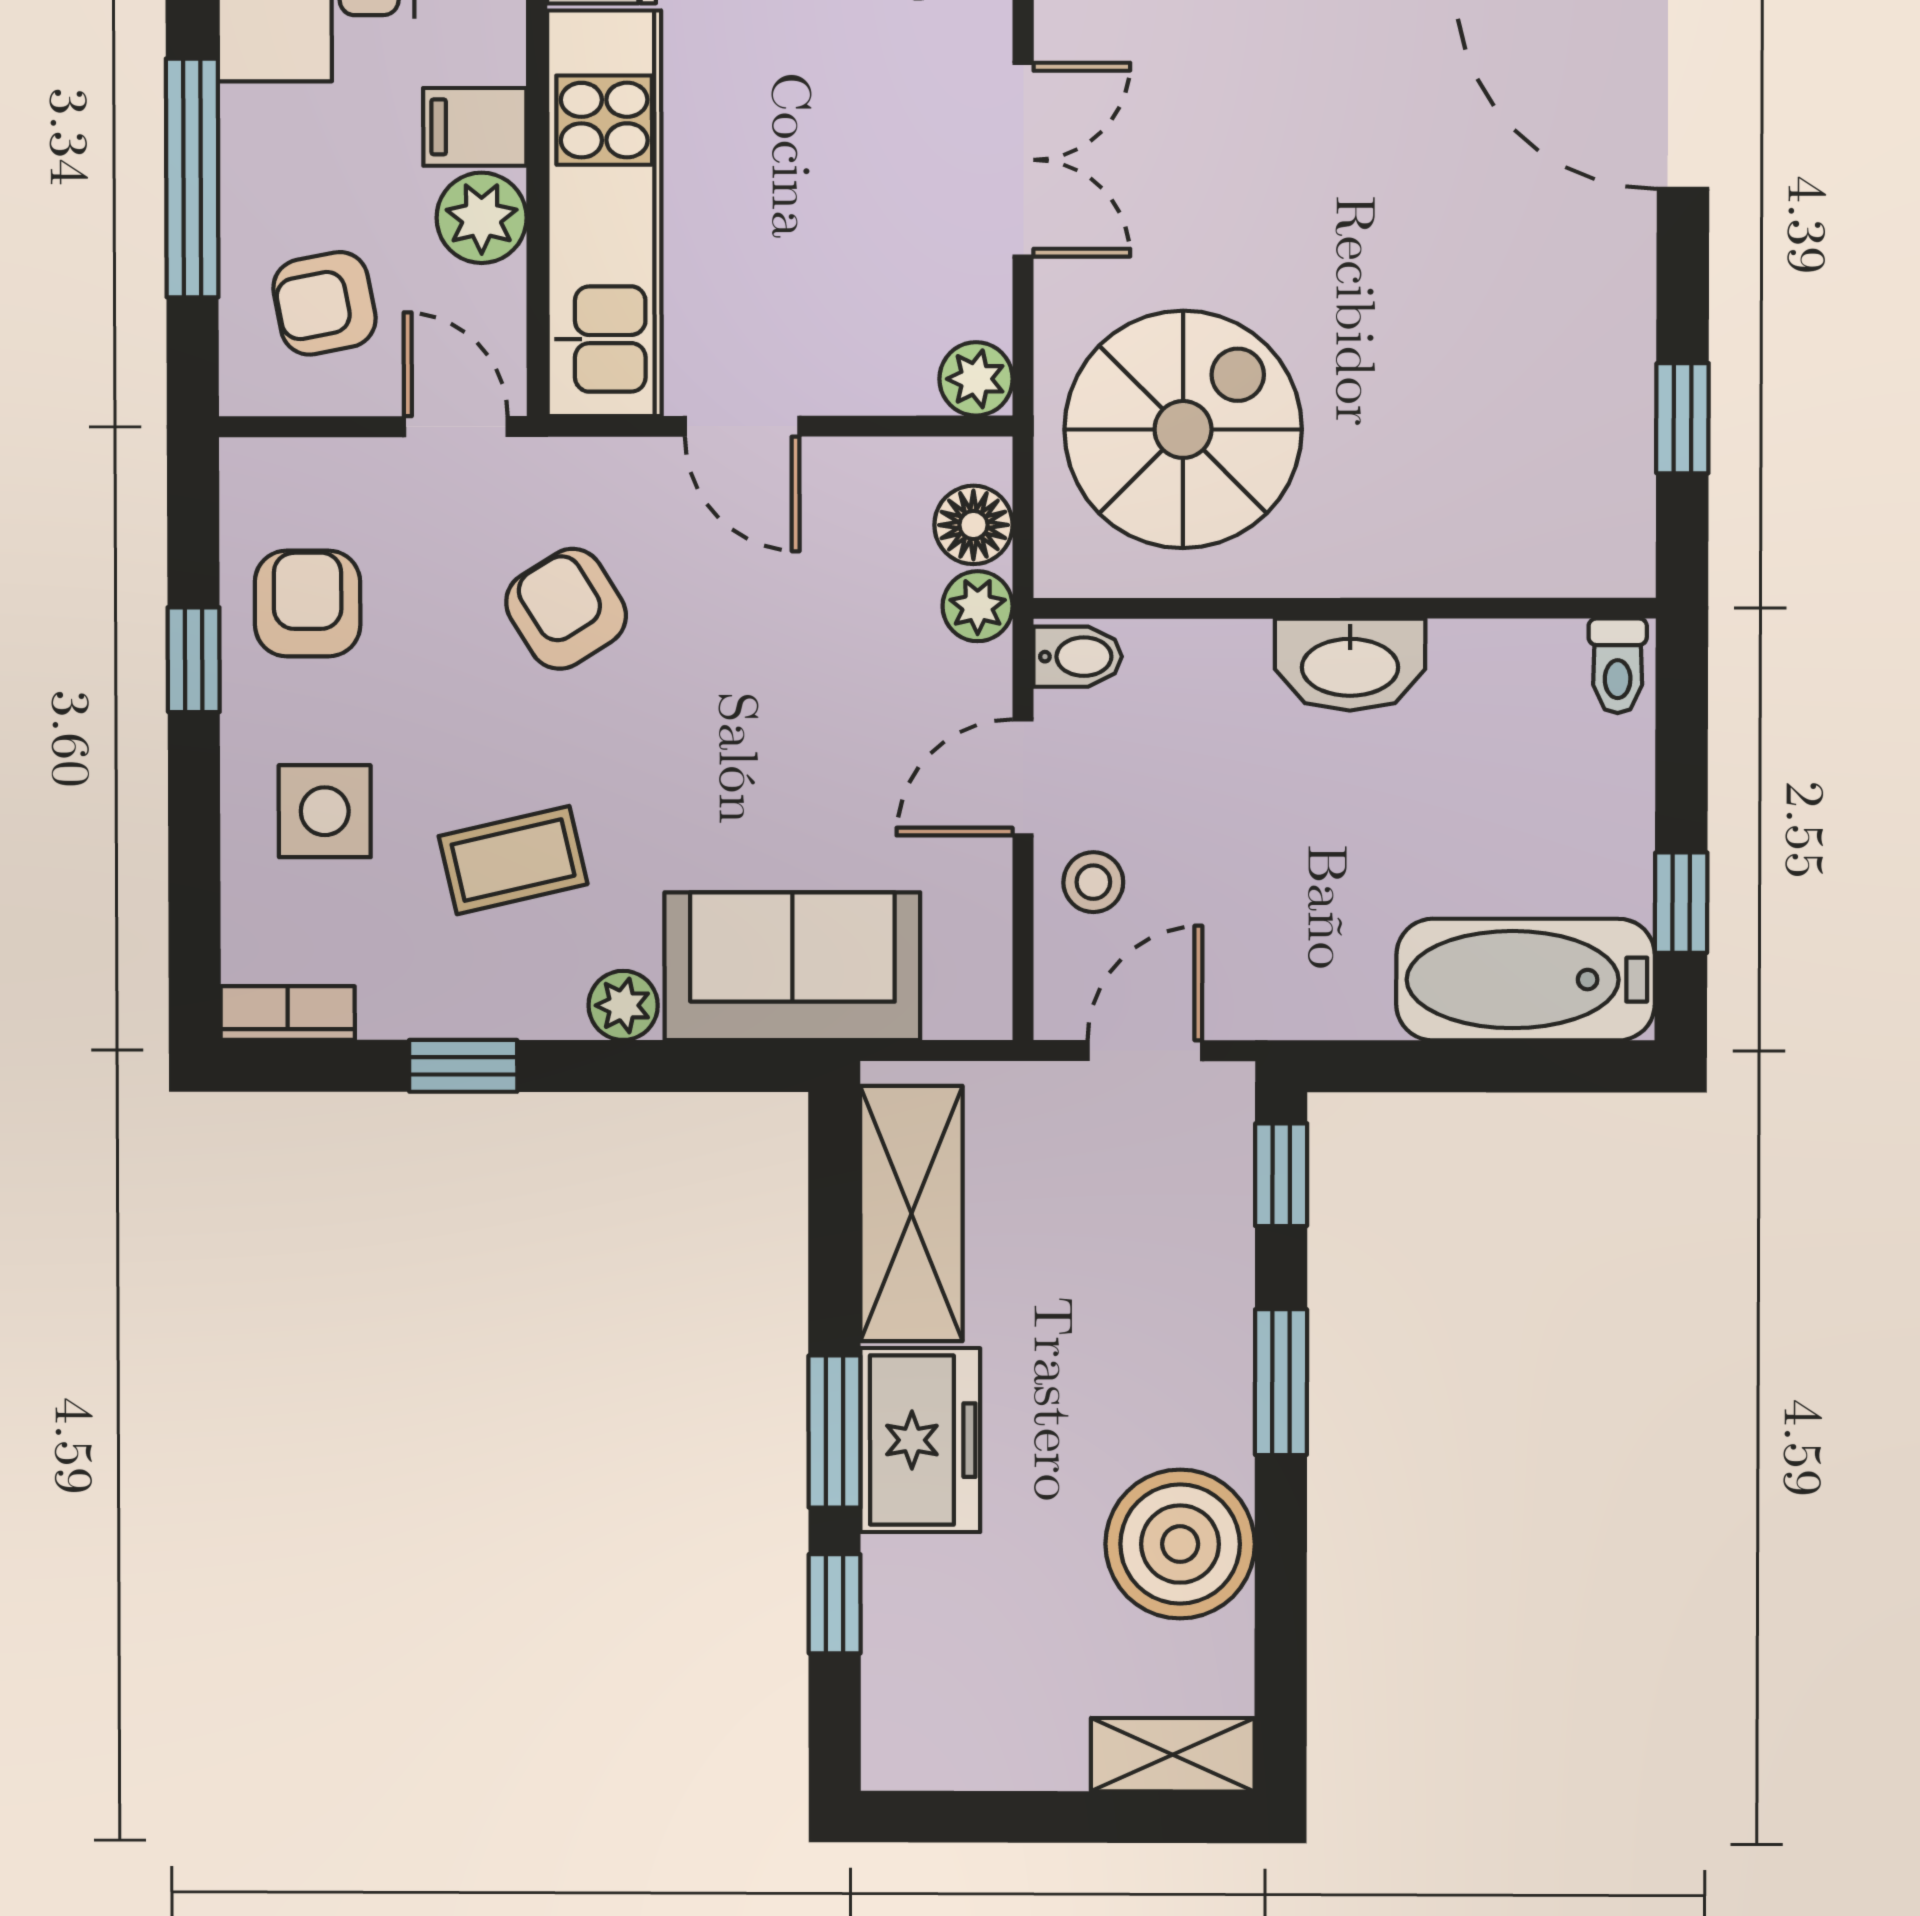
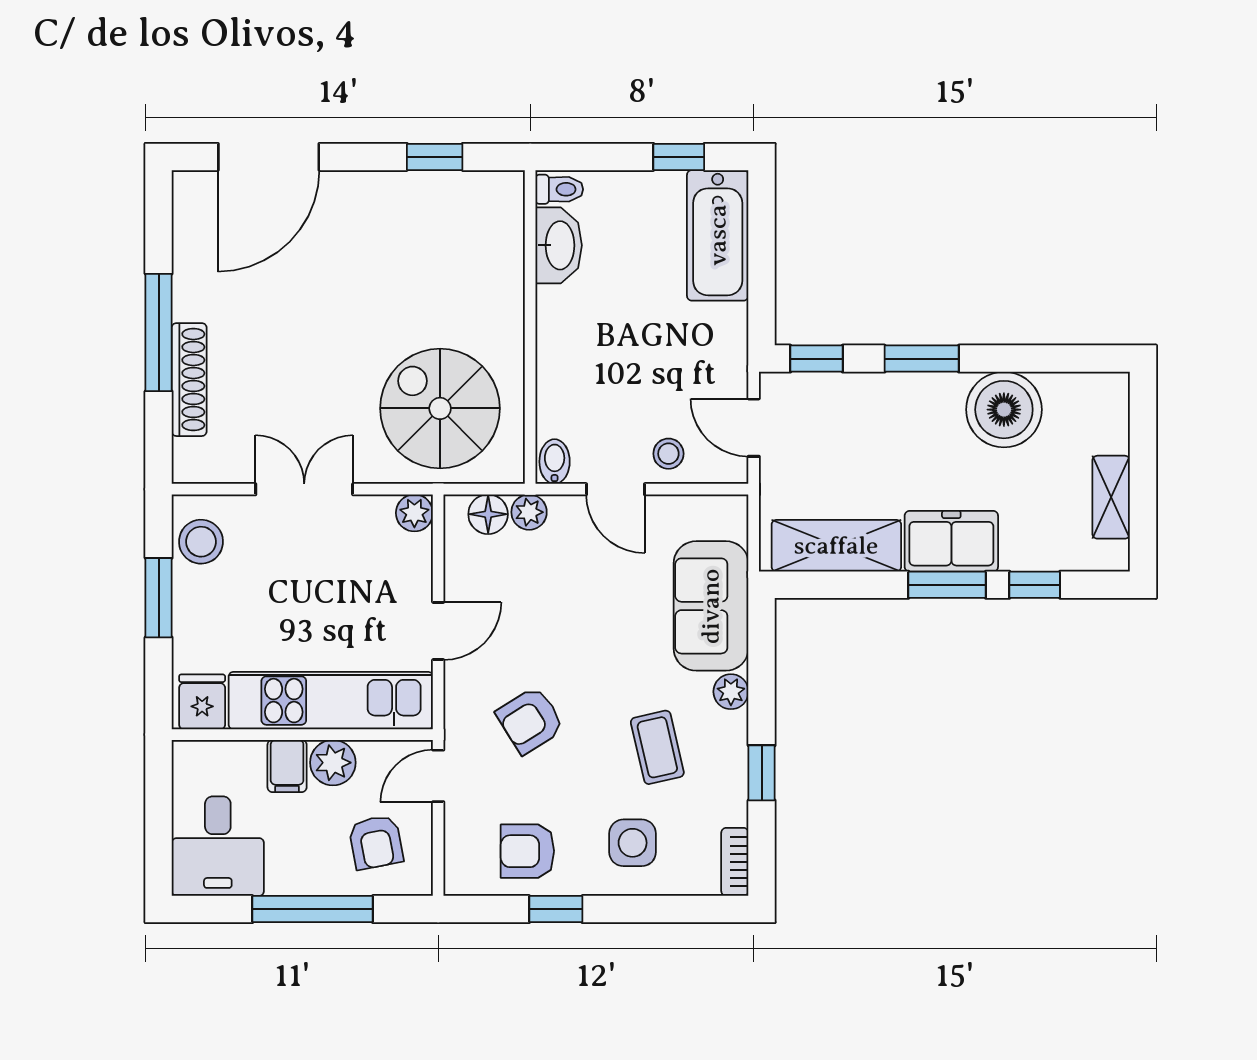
washbasin: (1350, 665) -> (559, 245), moved
shelving: (1173, 1755) -> (1111, 497), moved

